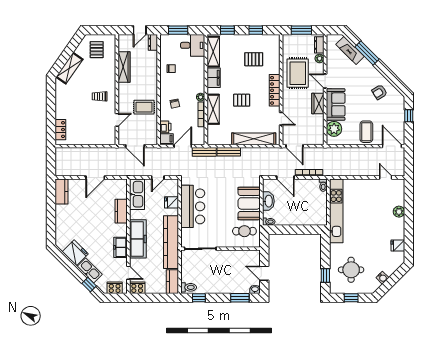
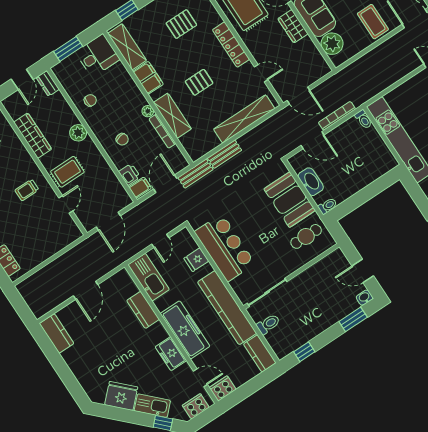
plant: (152, 83) -> (78, 133), added
rug: (144, 107) -> (67, 172), moved
door: (135, 146) -> (108, 221), hinge flipped
toilet: (189, 287) -> (268, 324), moved

